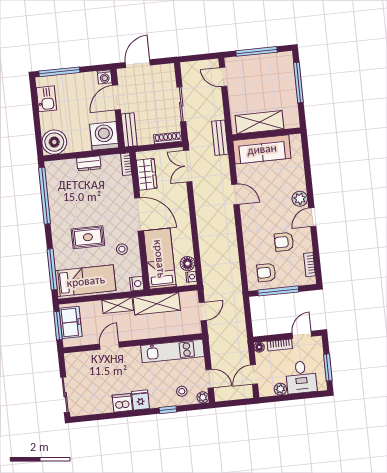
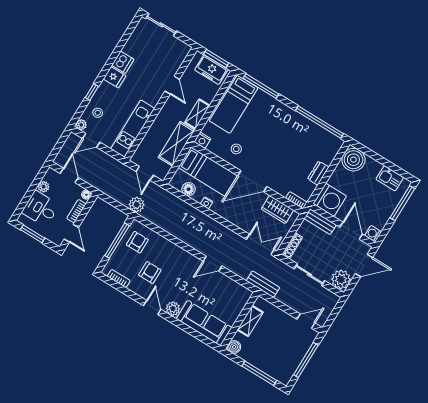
door: (138, 64) -> (364, 266), hinge flipped
plant: (165, 74) -> (341, 279), added
boiler: (292, 121) -> (234, 347), added
shelving: (259, 122) -> (250, 321), width x0.67, depth x0.75
sofa: (262, 149) -> (204, 323), moved, turned 90
rug: (88, 237) -> (264, 131), removed
nightstand: (191, 277) -> (207, 203), moved
plant: (235, 298) -> (137, 205), added

